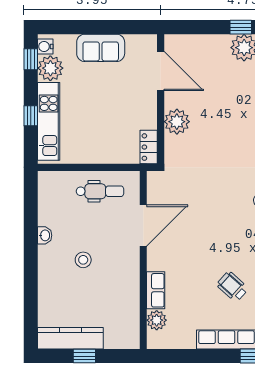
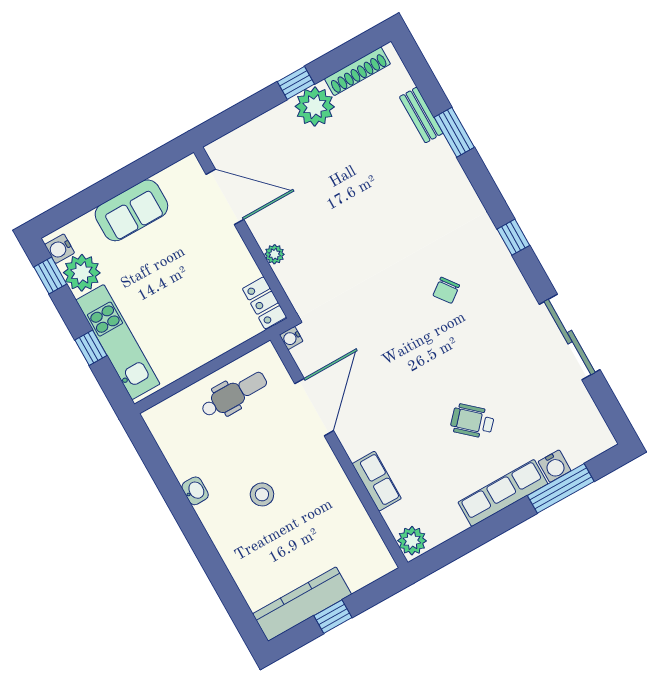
plant: (177, 122) -> (275, 254), width x0.53, depth x0.53
water cooler: (153, 177) -> (291, 338), added
plant: (157, 320) -> (412, 541), moved

